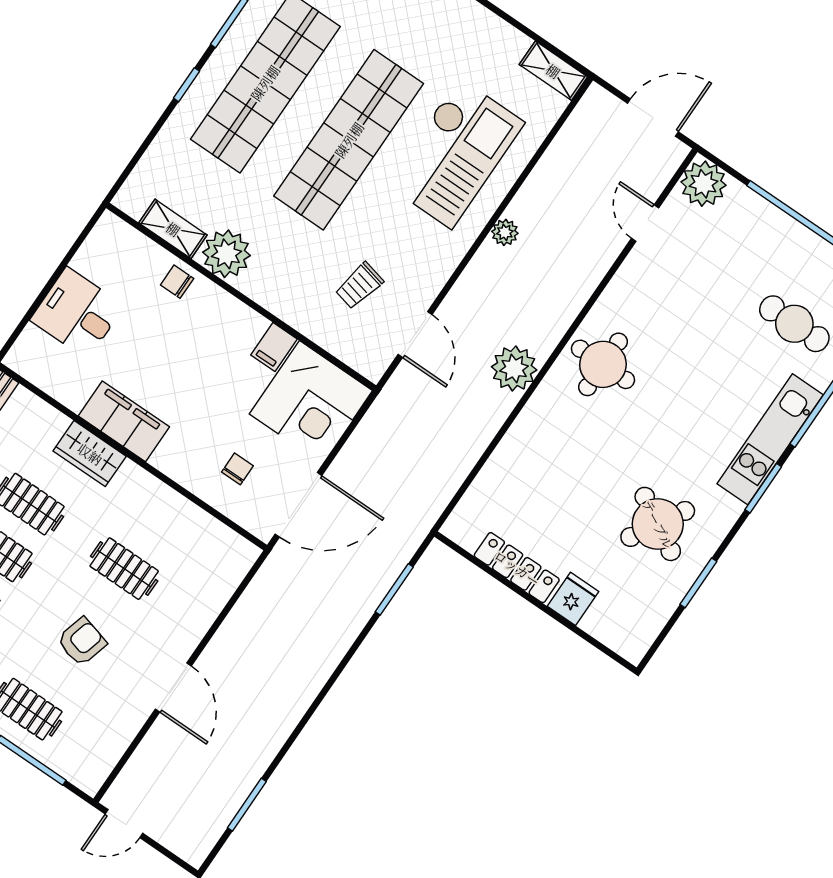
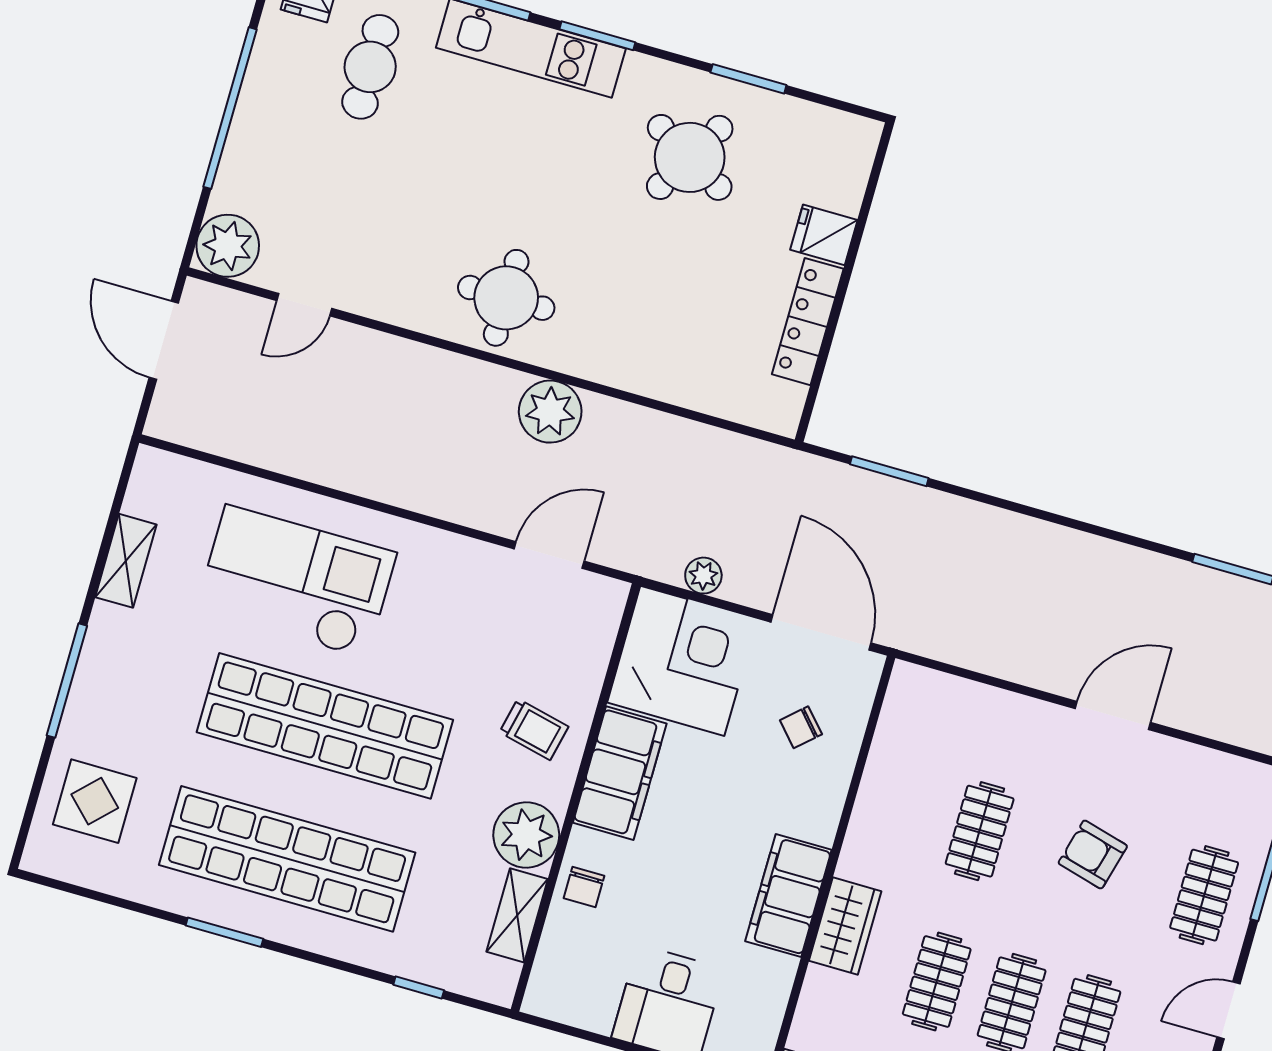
shelving: (553, 71) -> (126, 561), moved
window: (187, 85) -> (419, 988), moved
plant: (505, 232) -> (703, 576), moved
trolley: (359, 286) -> (534, 729), moved
filing cabinet: (274, 347) -> (620, 773), width x3.00, depth x1.17
chair: (237, 469) -> (801, 727), turned -42

